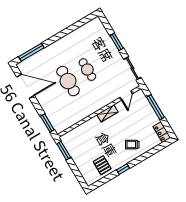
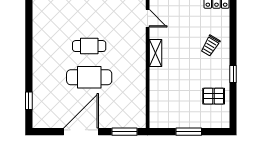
window: (31, 52) -> (29, 101), width x0.46
door: (25, 86) -> (81, 132), moved
window: (64, 151) -> (189, 132), moved

